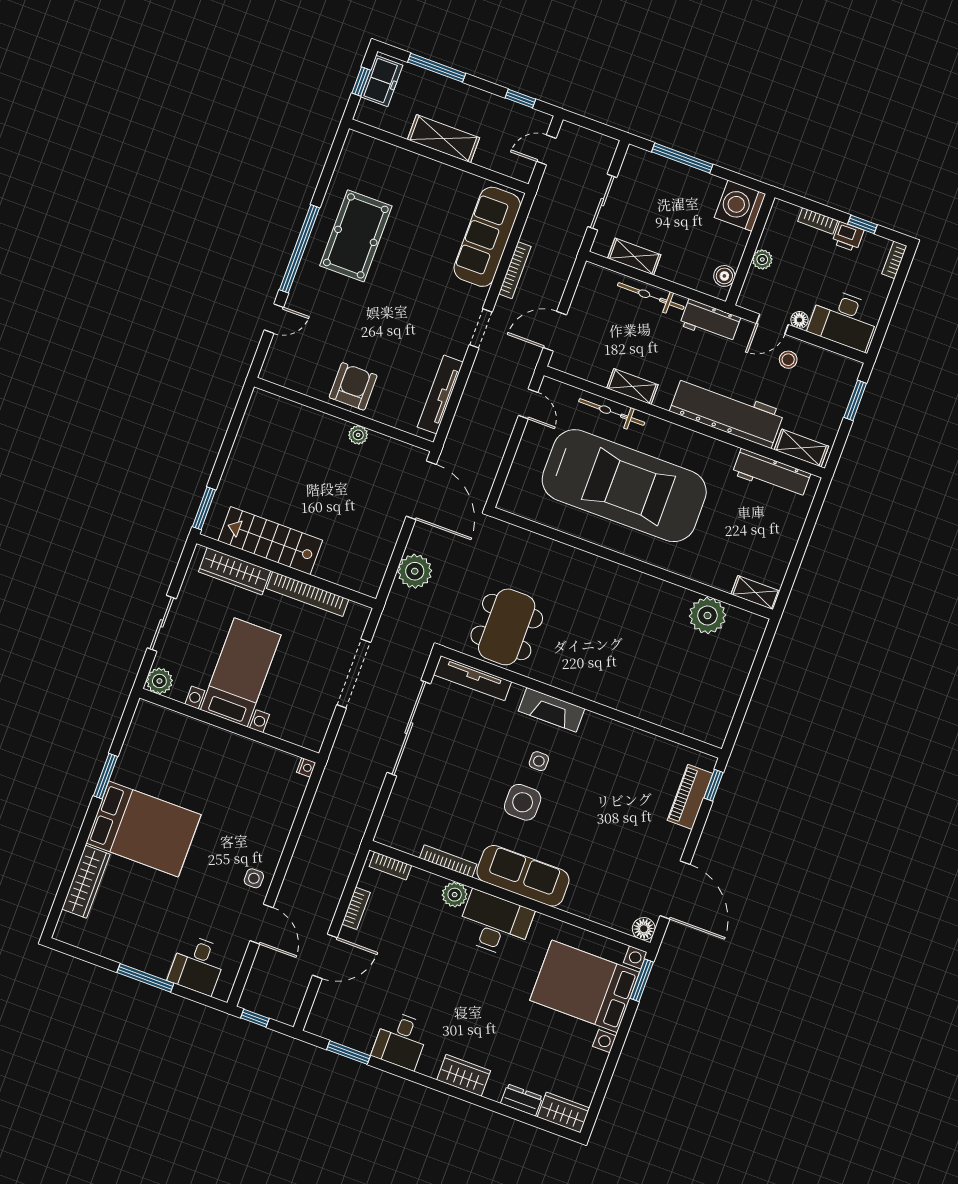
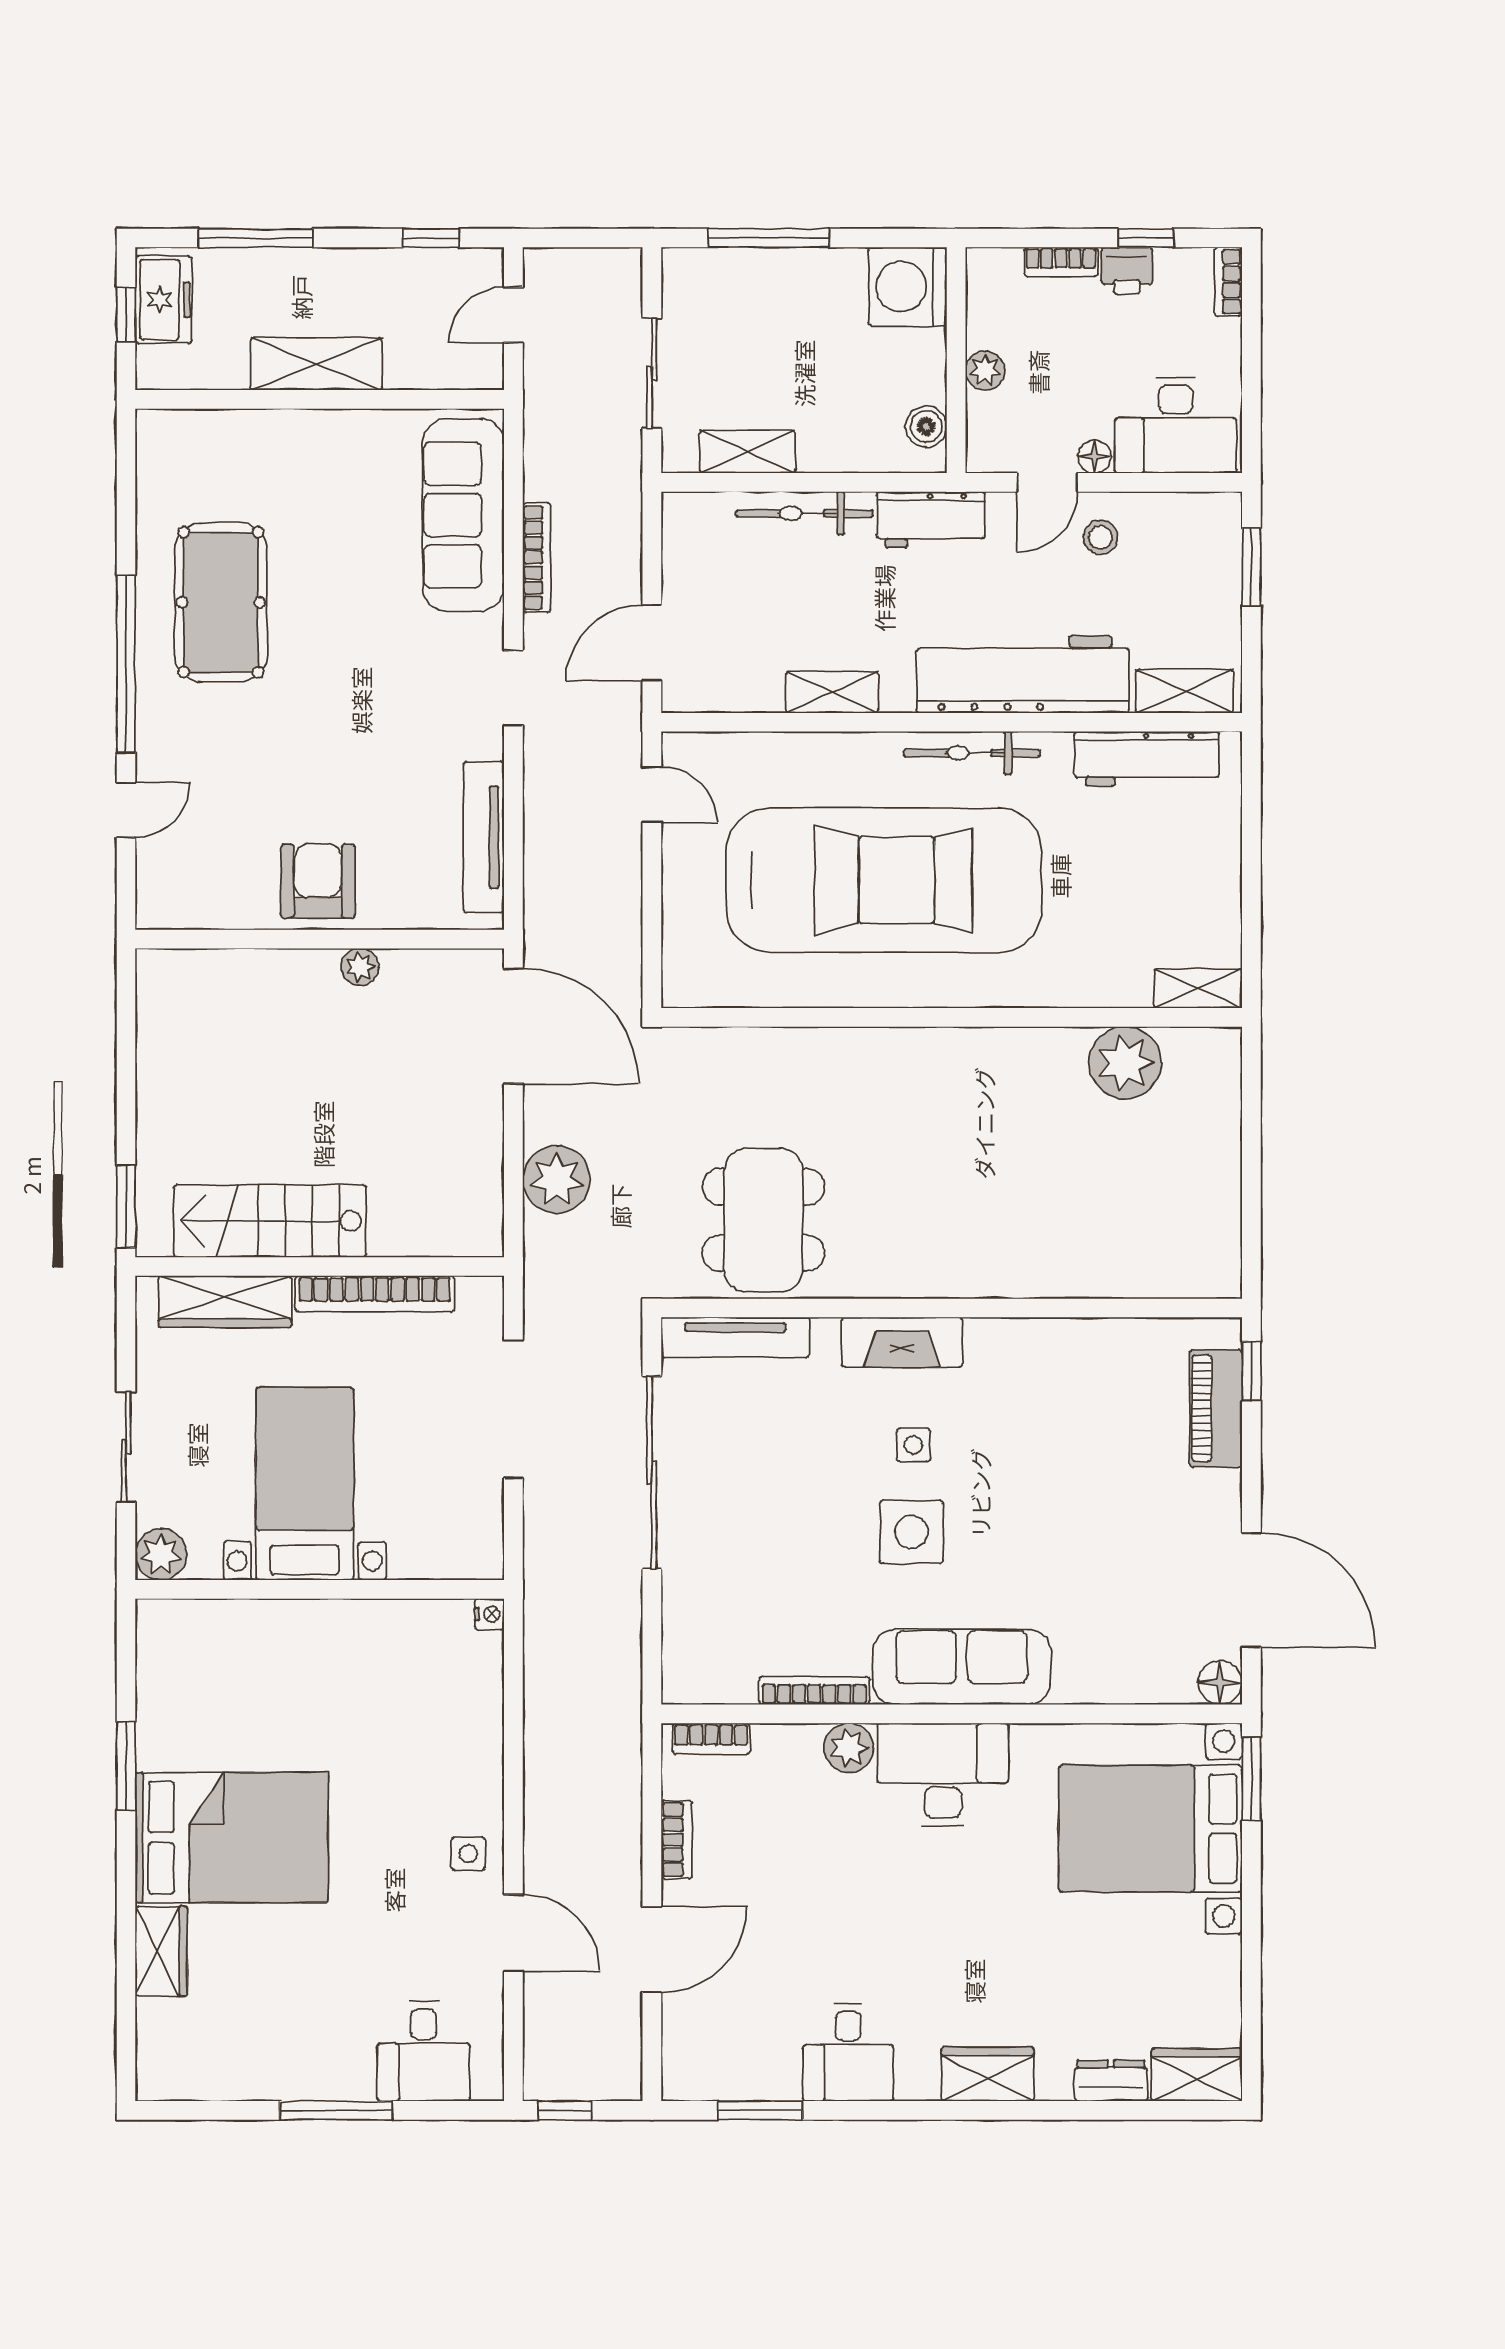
bicycle: (612, 412) -> (972, 753), moved
wardrobe: (86, 882) -> (161, 1951), width x0.67

